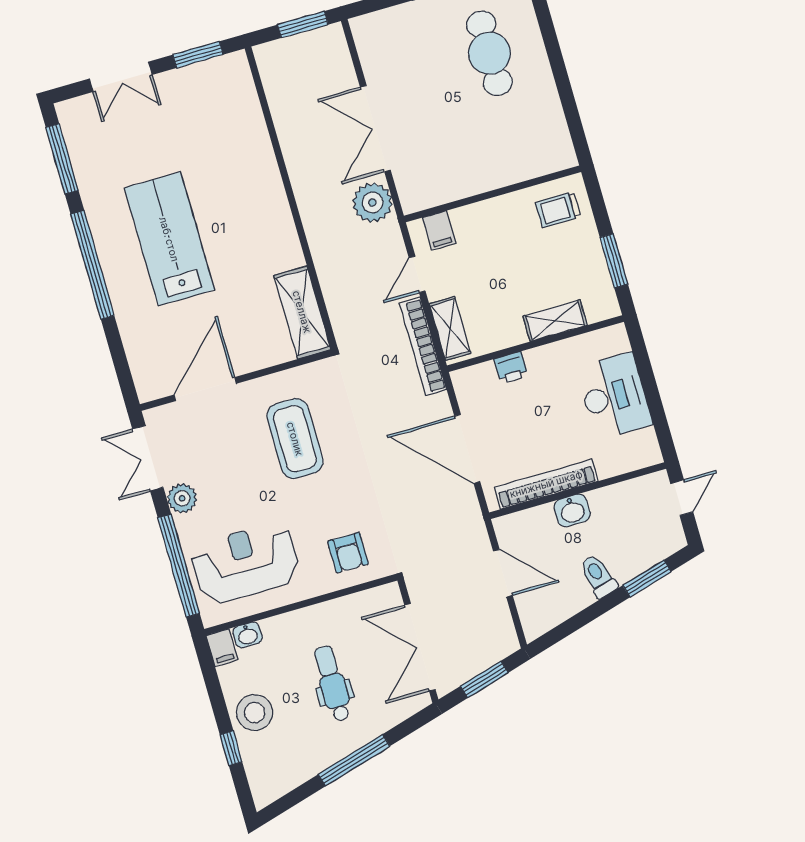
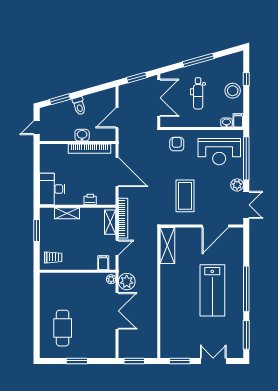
plant: (410, 198) -> (111, 279), added
desk: (614, 396) -> (52, 189), moved
door: (503, 573) -> (117, 118), hinge flipped

